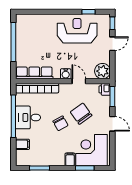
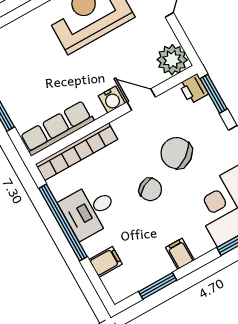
filing cabinet: (70, 159) -> (180, 254), moved

